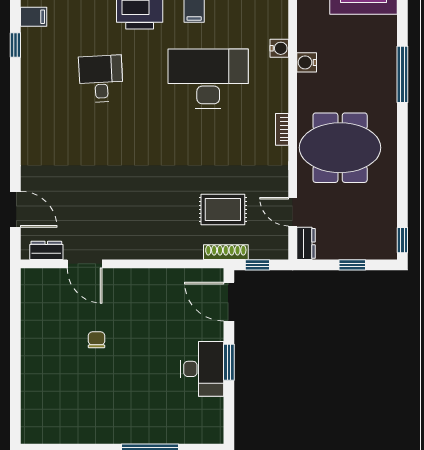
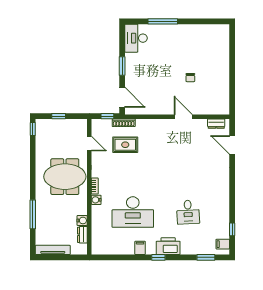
water cooler: (279, 48) -> (96, 200), moved
dresser: (306, 243) -> (82, 235), moved
door: (85, 264) -> (183, 117), moved
desk: (202, 369) -> (136, 38), moved

